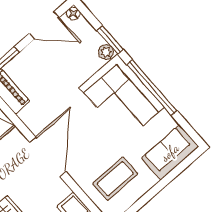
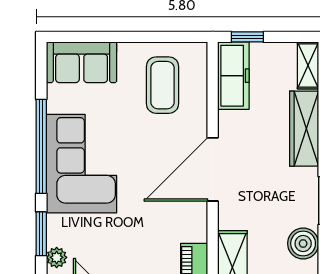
plant: (106, 52) -> (57, 257), moved
coffee table: (115, 179) -> (162, 85), turned 90

